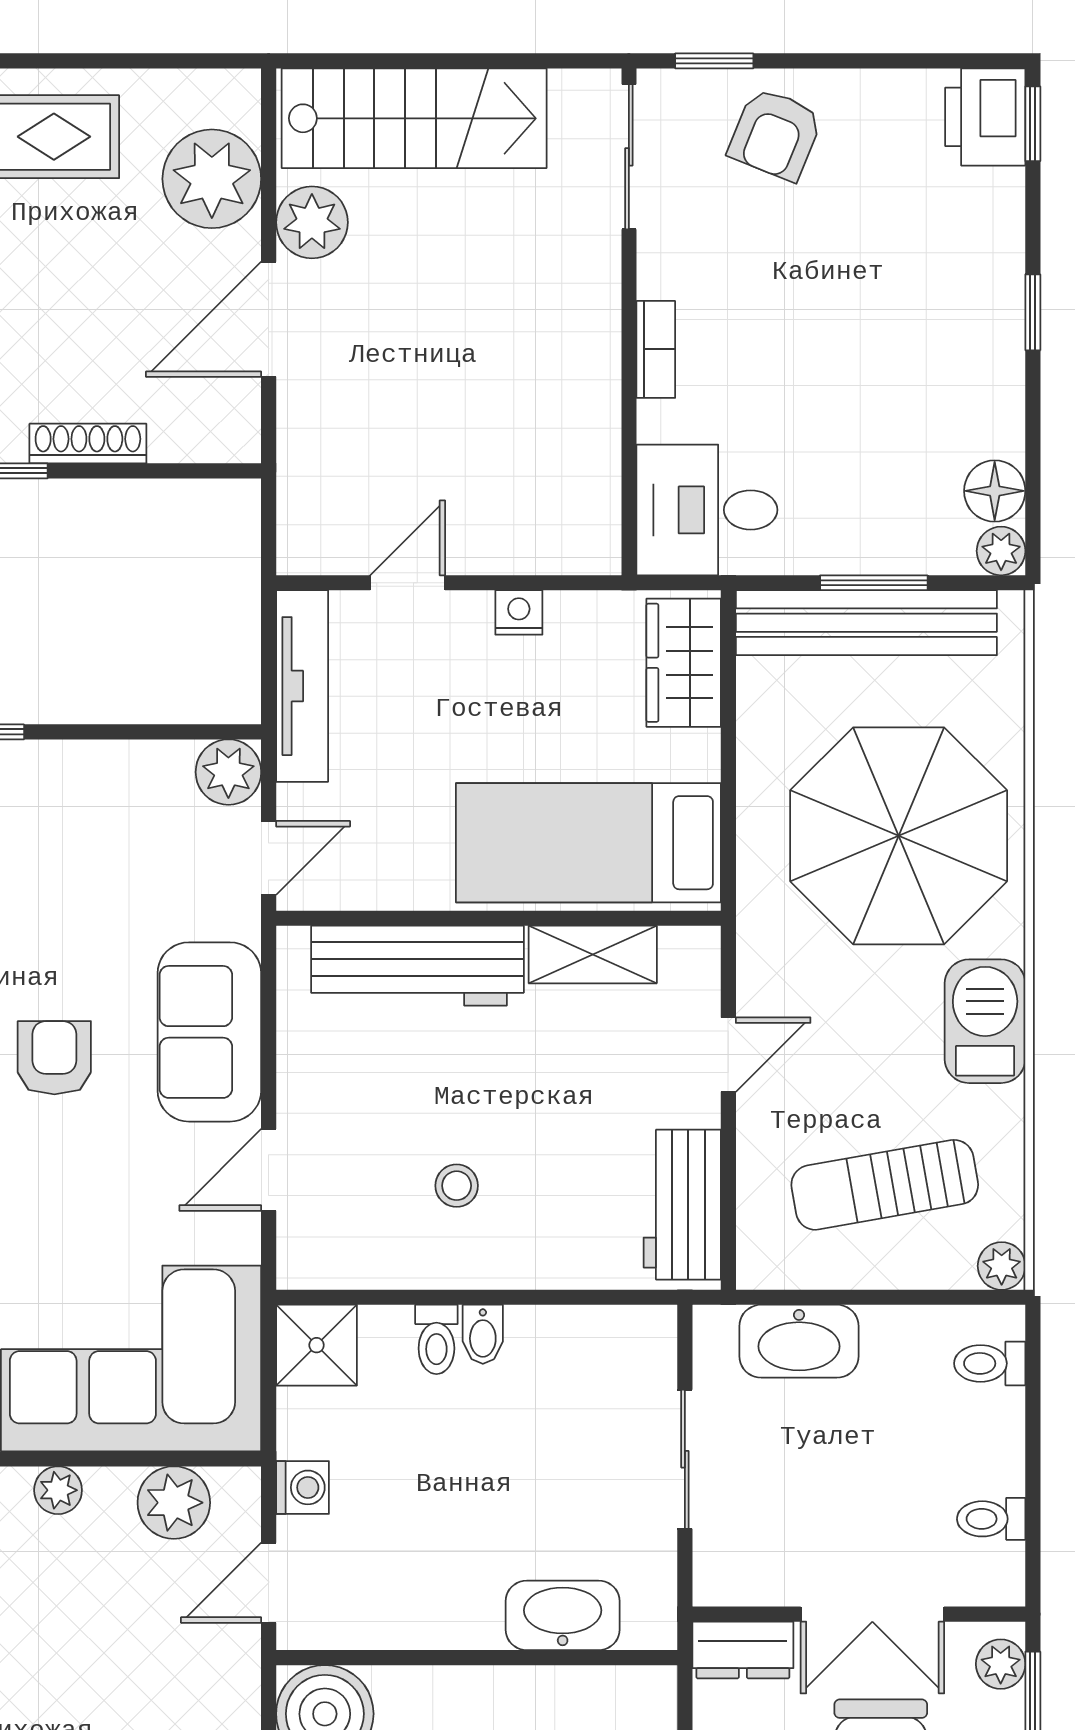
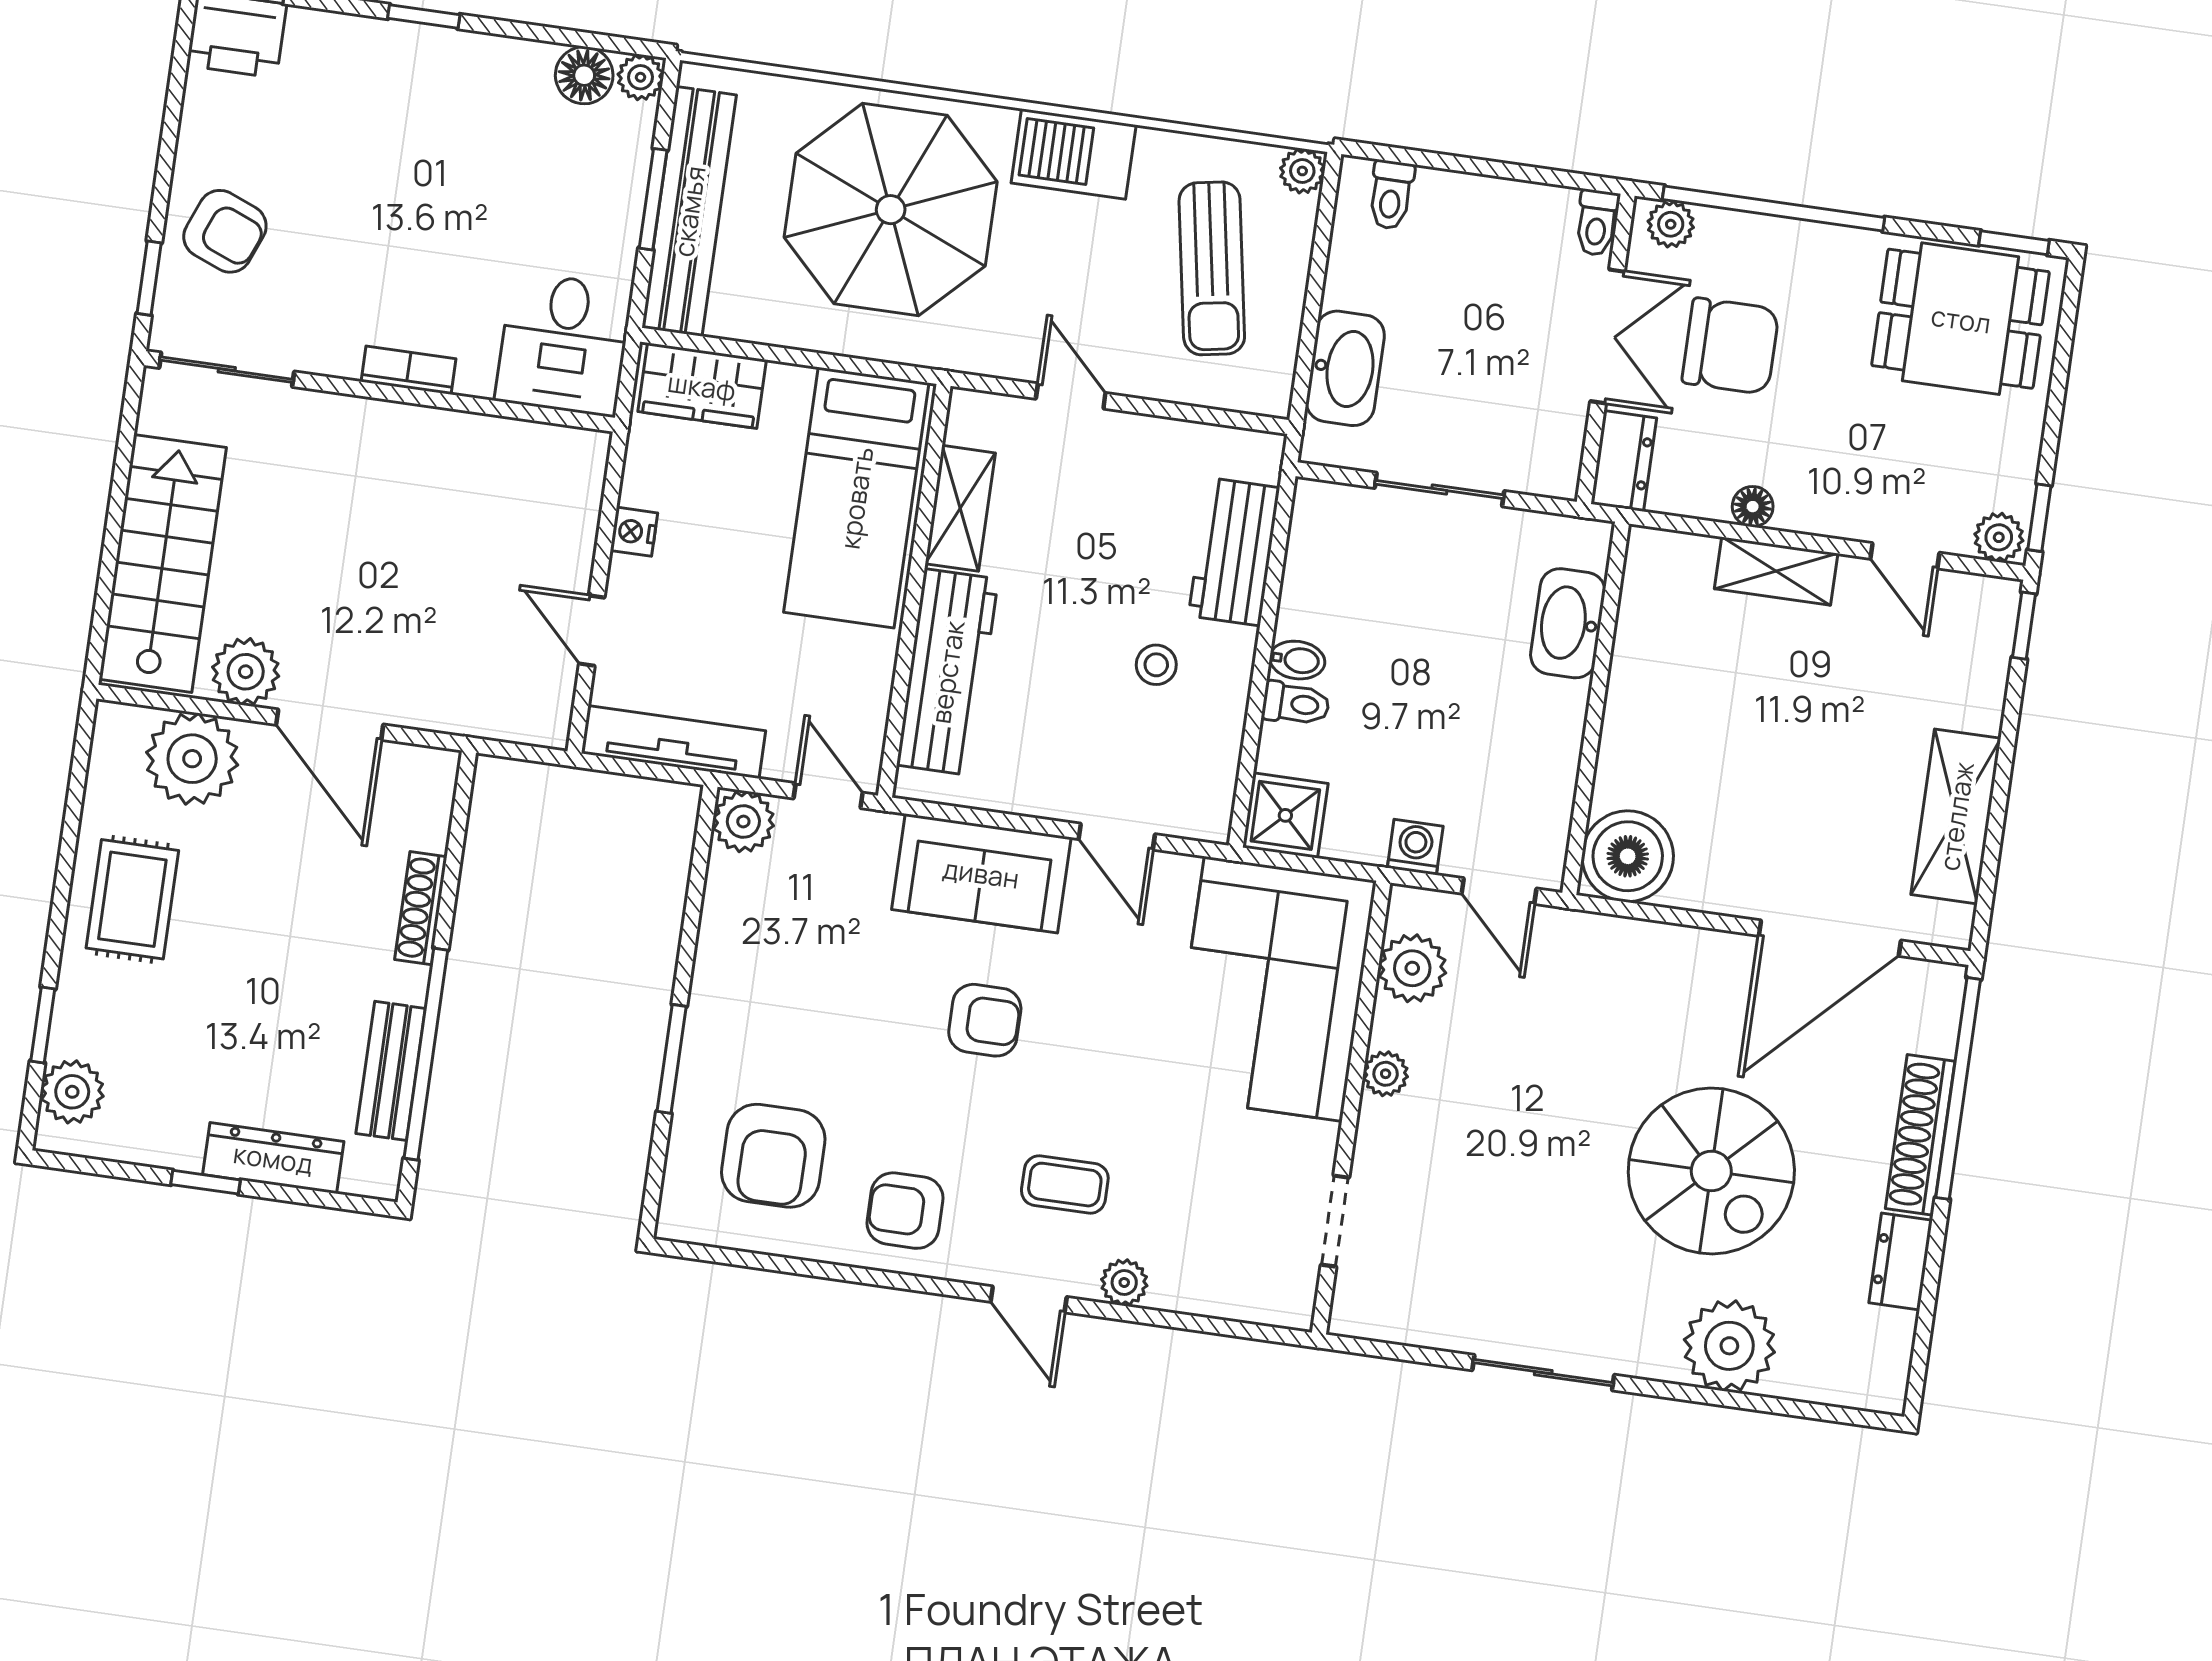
armchair: (54, 1058) -> (985, 1020), turned 180
workbench: (682, 1205) -> (1234, 552), moved, turned 90
toilet: (991, 1519) -> (1597, 223), moved

